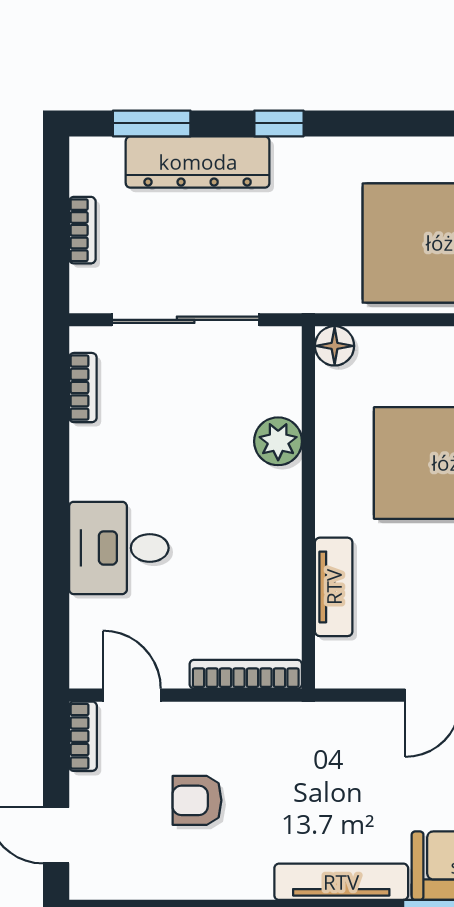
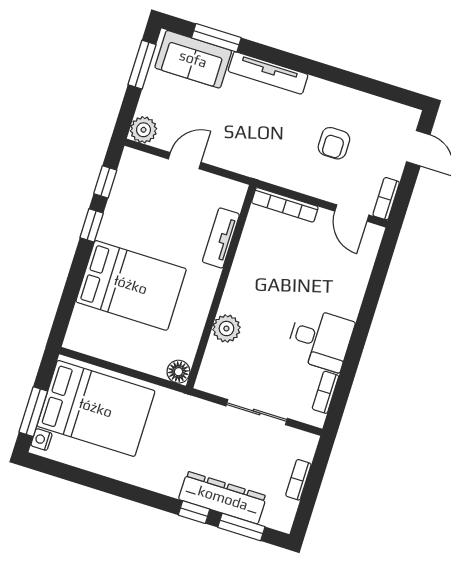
window: (279, 123) -> (194, 512), moved
sliding door: (186, 320) -> (257, 412), width x0.73
desk: (119, 548) -> (320, 339), moved
armchair: (197, 800) -> (334, 143), turned 90

